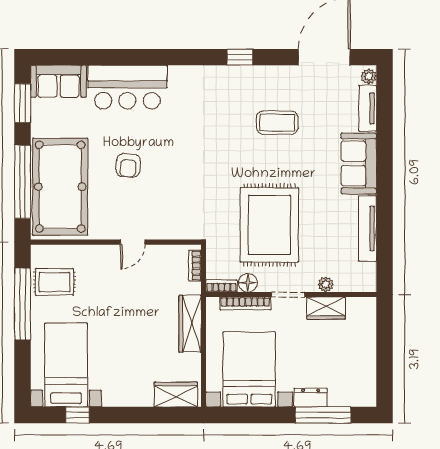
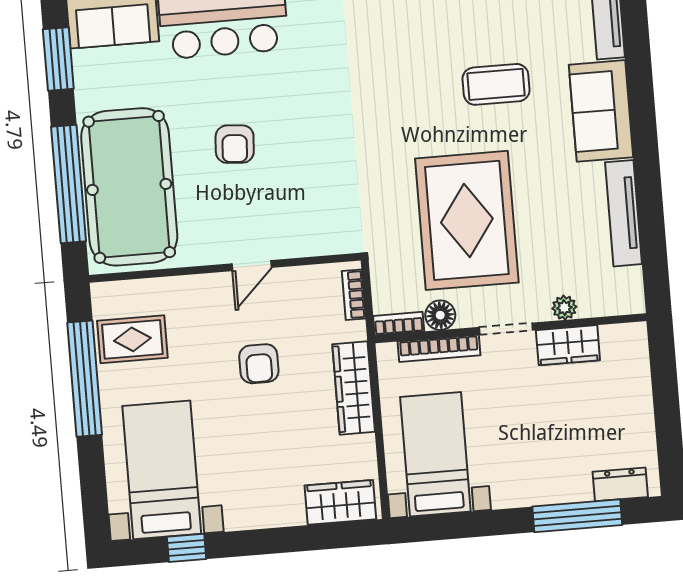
coffee table: (277, 123) -> (496, 84), moved
armchair: (132, 304) -> (259, 364), added
bed with nightstands: (249, 369) -> (435, 454), width x0.73
dresser: (311, 398) -> (620, 484), moved

